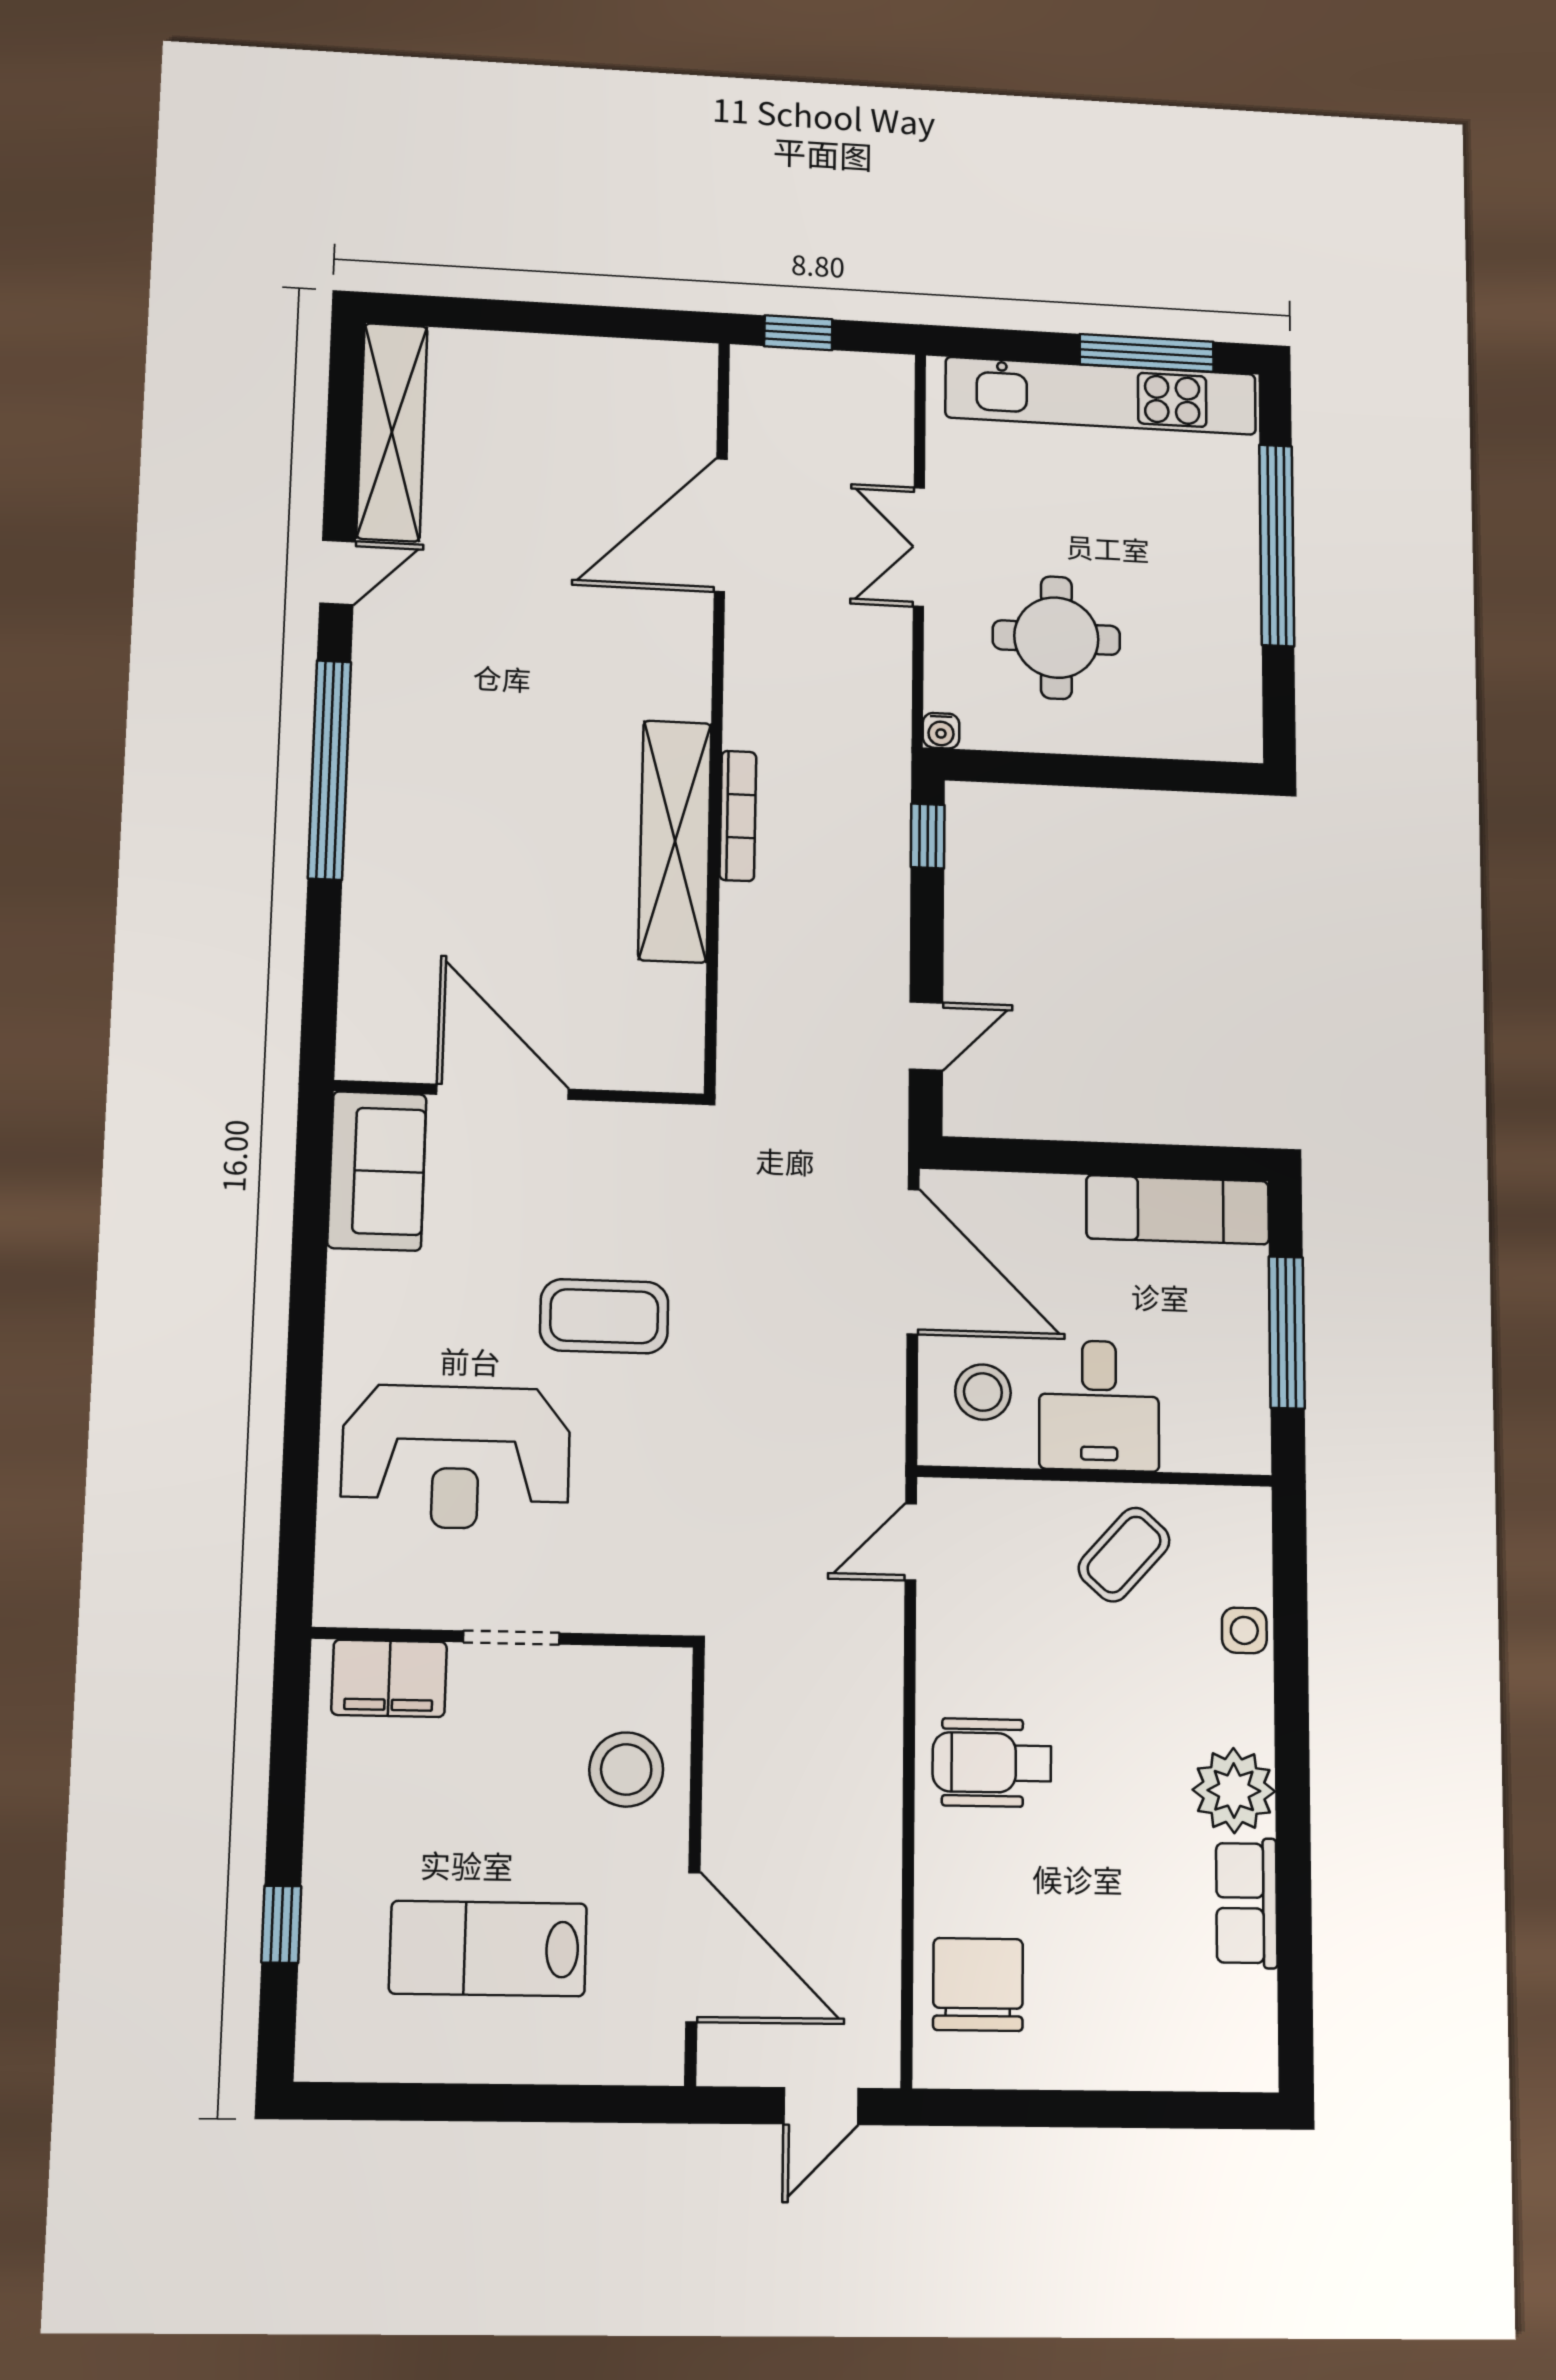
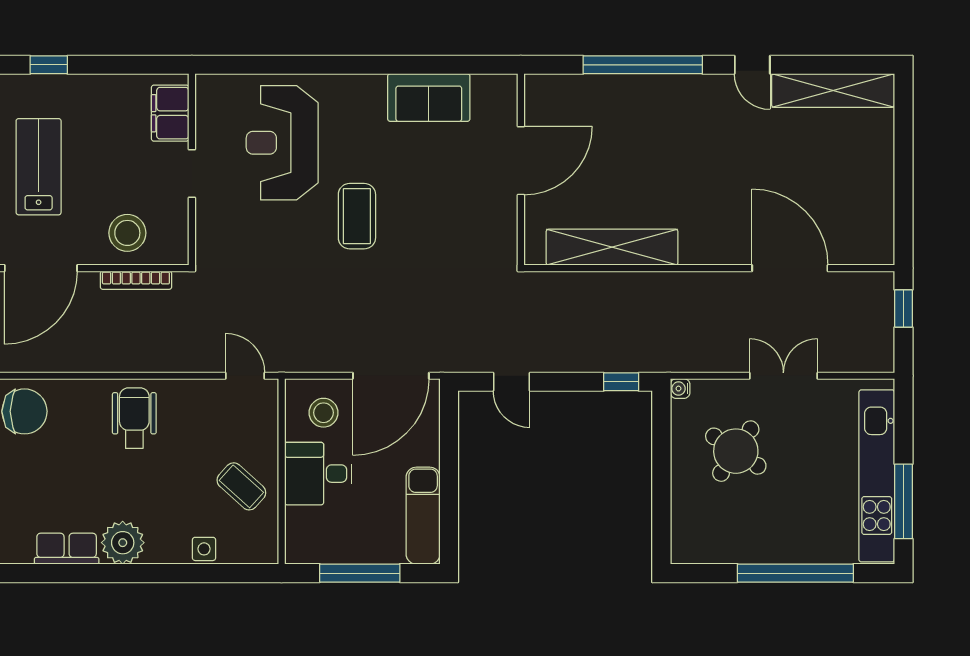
round table: (1056, 638) -> (736, 451), turned 34
bookcase: (738, 816) -> (136, 280), moved
door: (503, 1092) -> (521, 161), moved
wall: (520, 1092) -> (521, 169), moved

